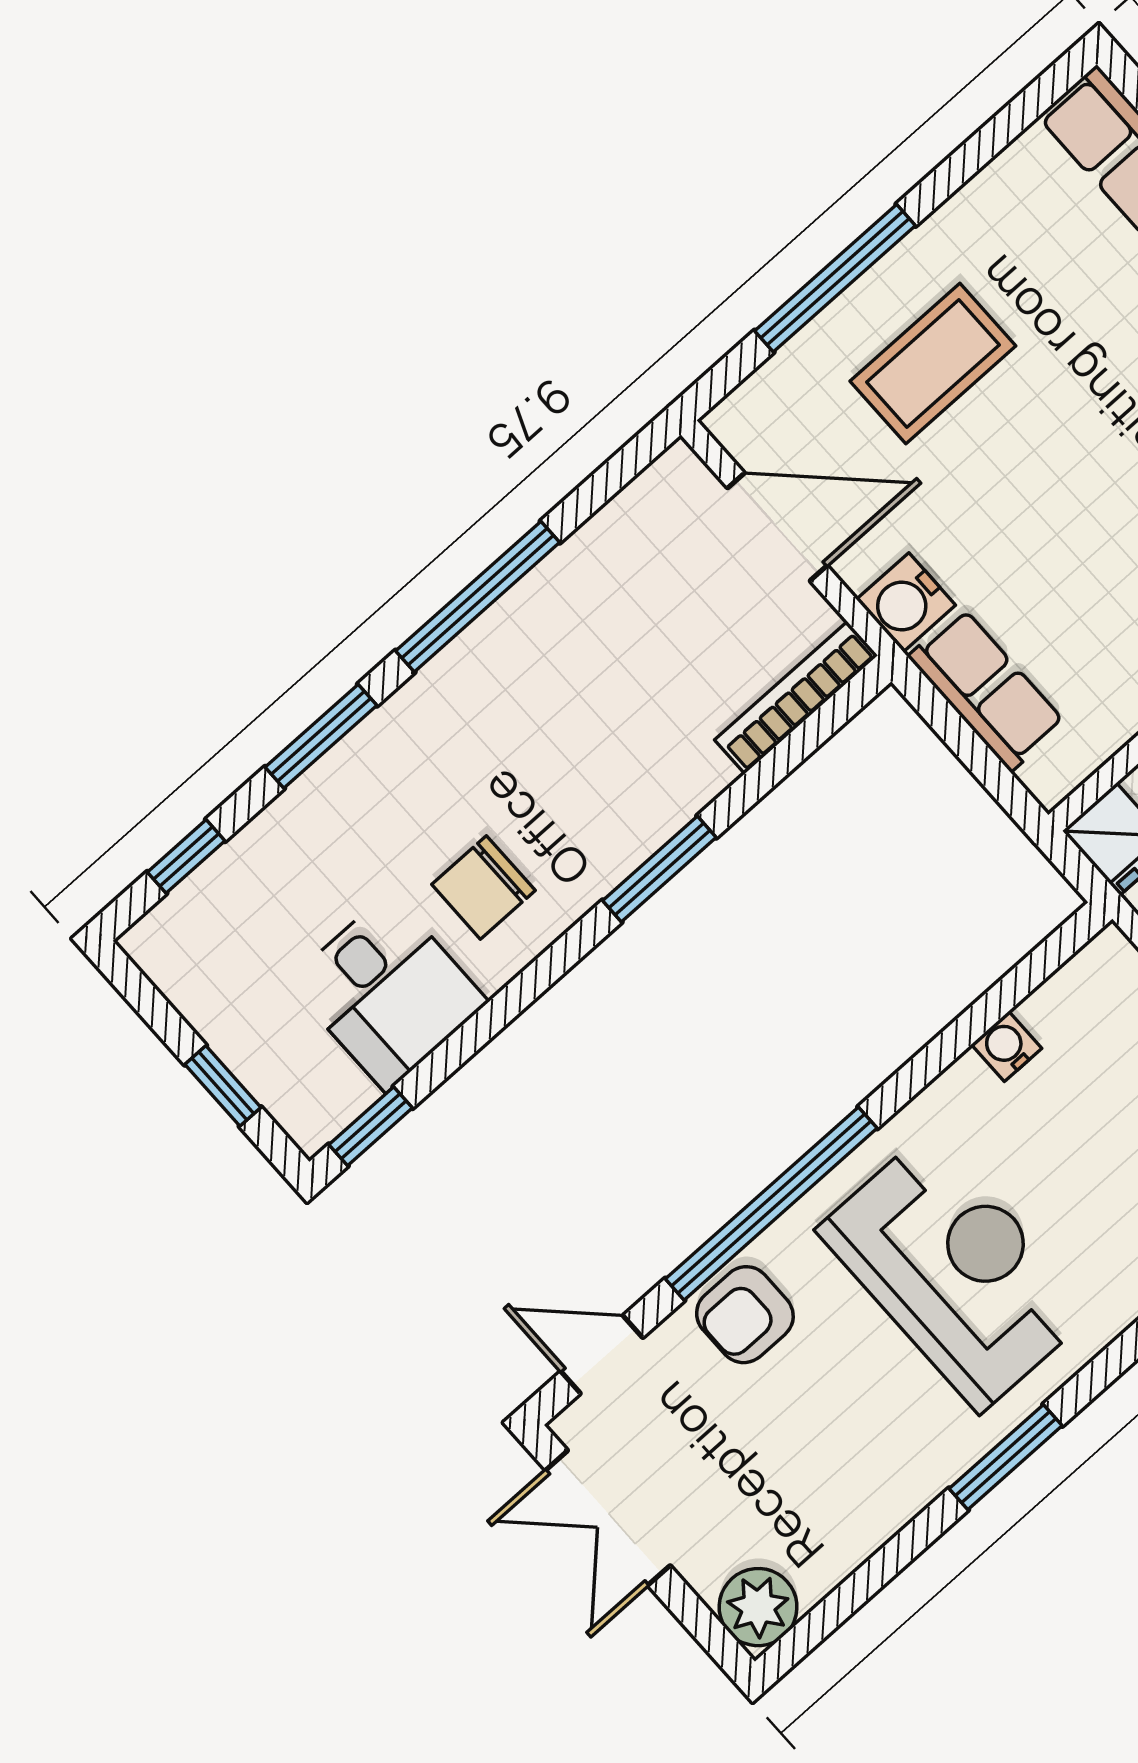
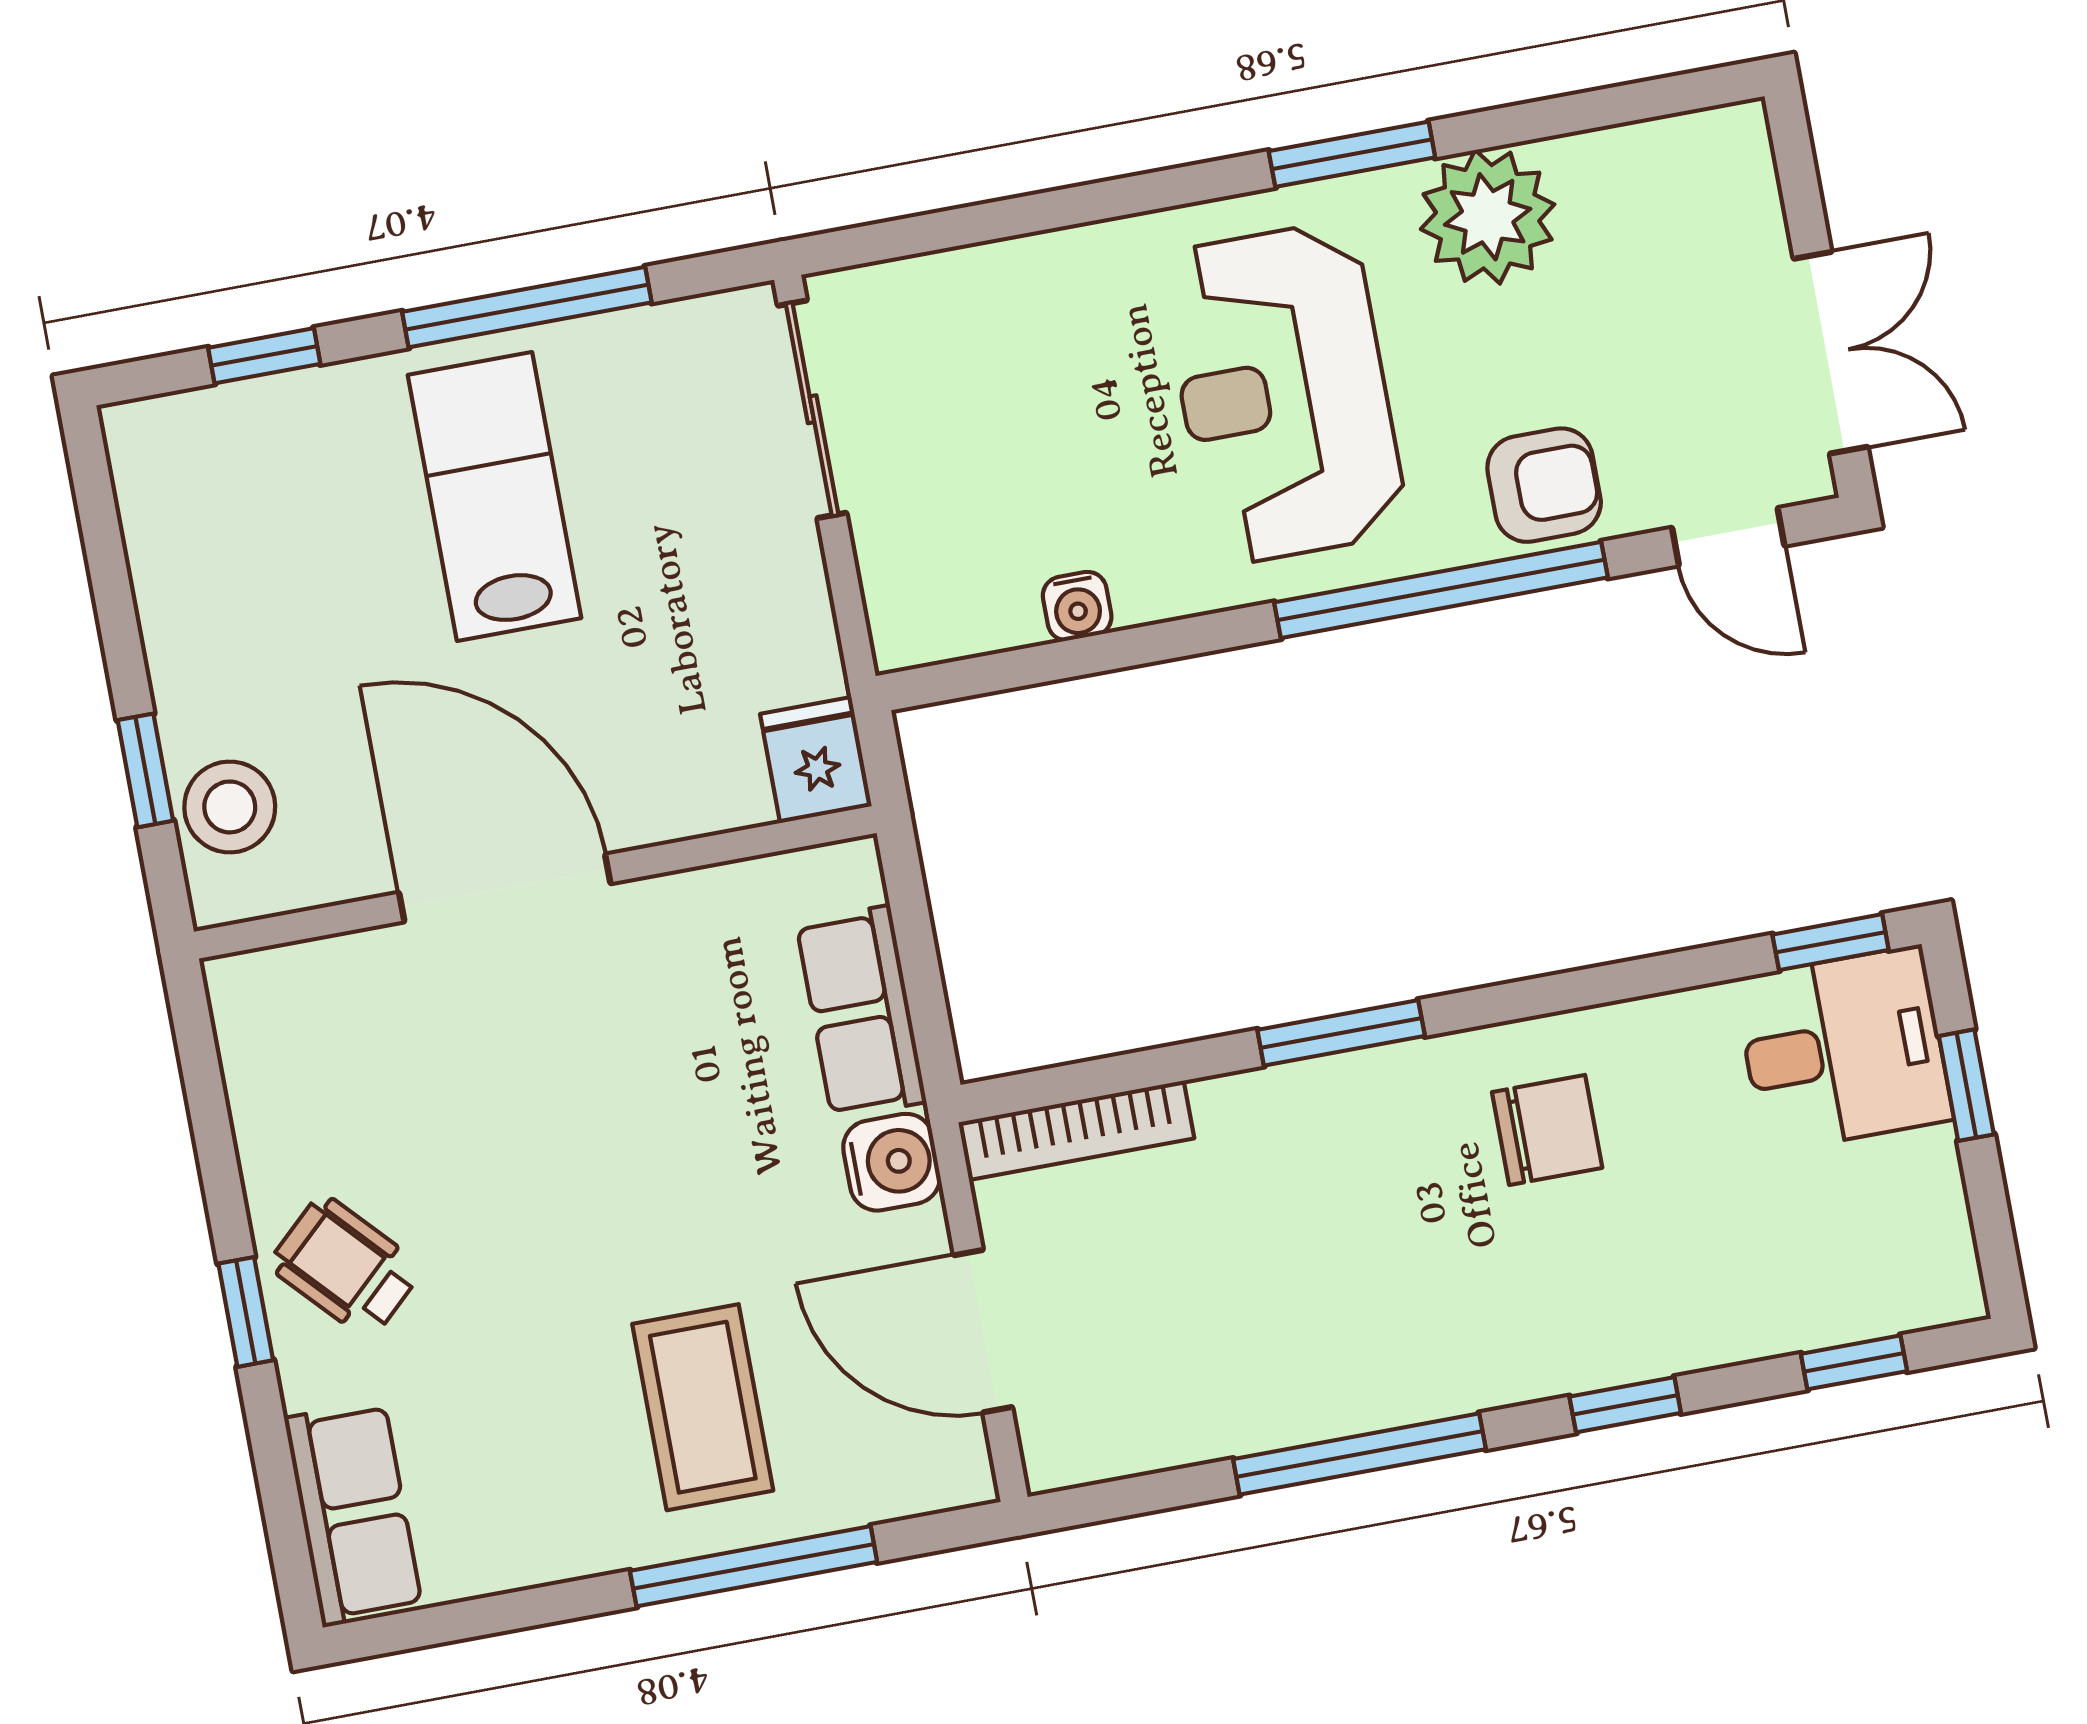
coffee table: (933, 364) -> (703, 1407), turned 90
window: (321, 736) -> (1625, 1405), width x0.67
desk: (388, 992) -> (1843, 1049), moved, turned 90
plant: (758, 1607) -> (1488, 217), moved, width x1.36, depth x1.36

